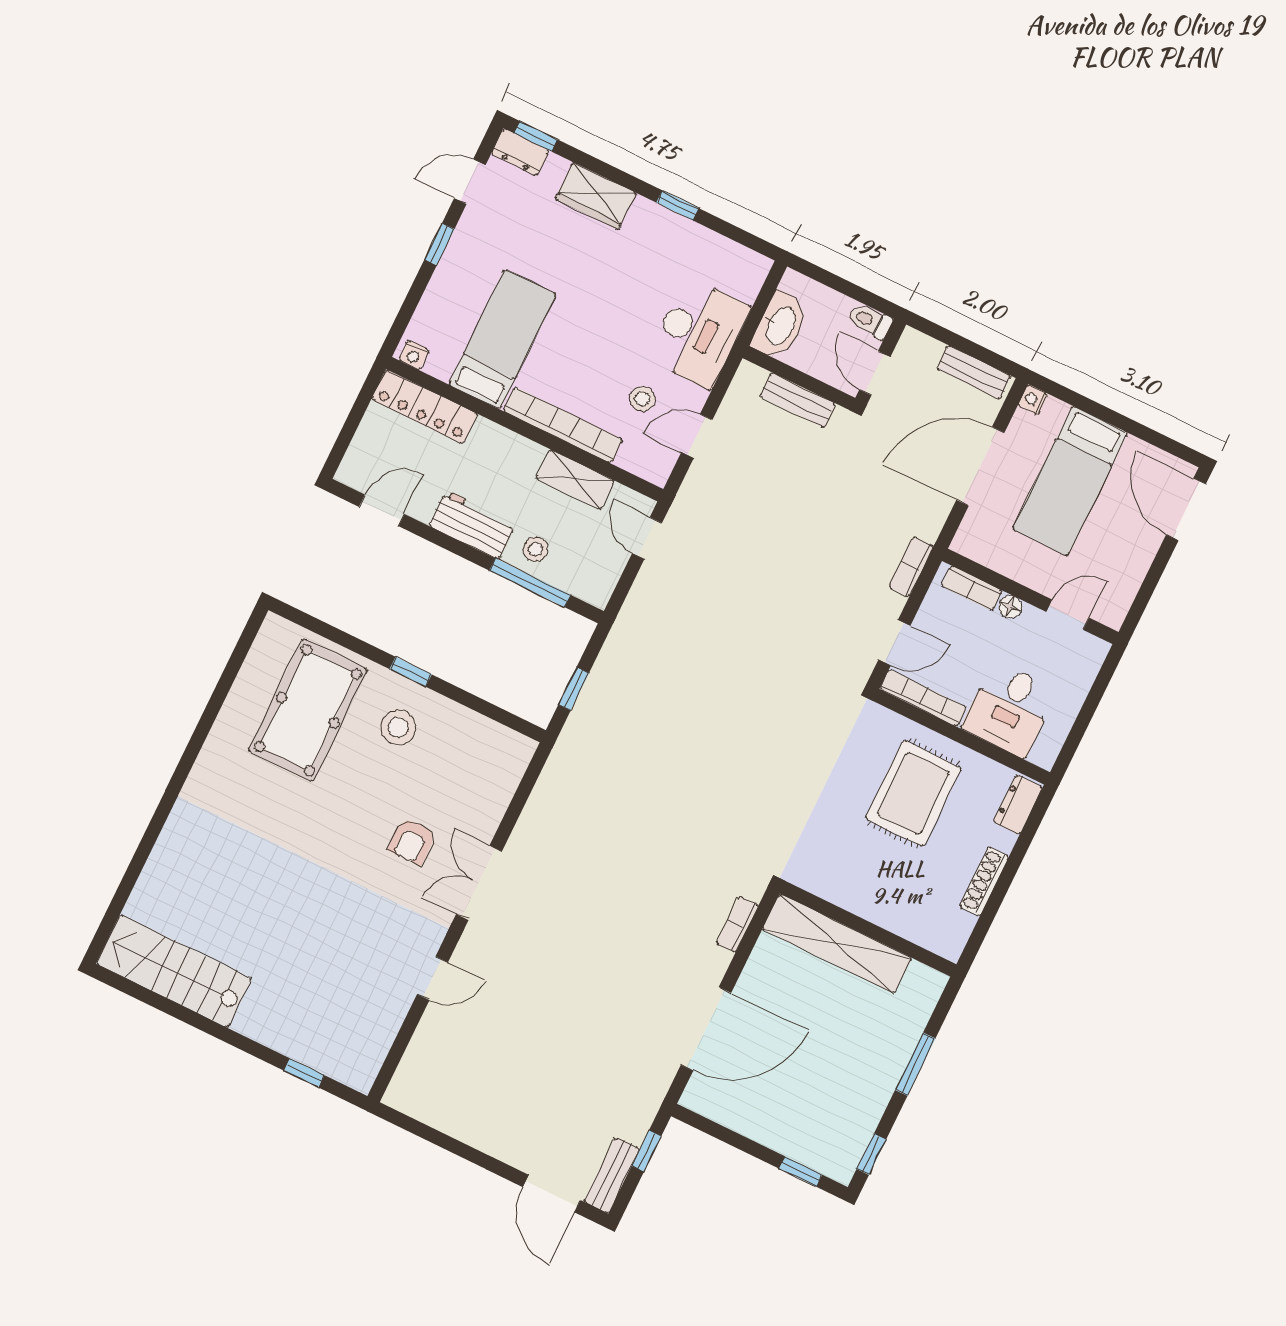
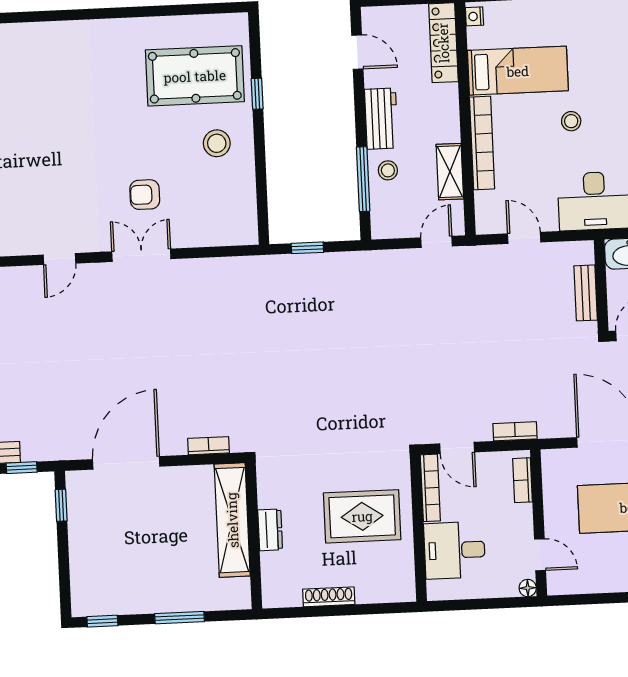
stool: (642, 399) -> (571, 121), moved
floor lamp: (1010, 607) -> (528, 588), moved
window: (411, 672) -> (257, 94), moved
dresser: (1018, 805) -> (270, 530), moved, turned 90
door: (432, 978) -> (60, 259), hinge flipped
door: (706, 1029) -> (126, 463), swing flipped
window: (801, 1172) -> (61, 505), moved

